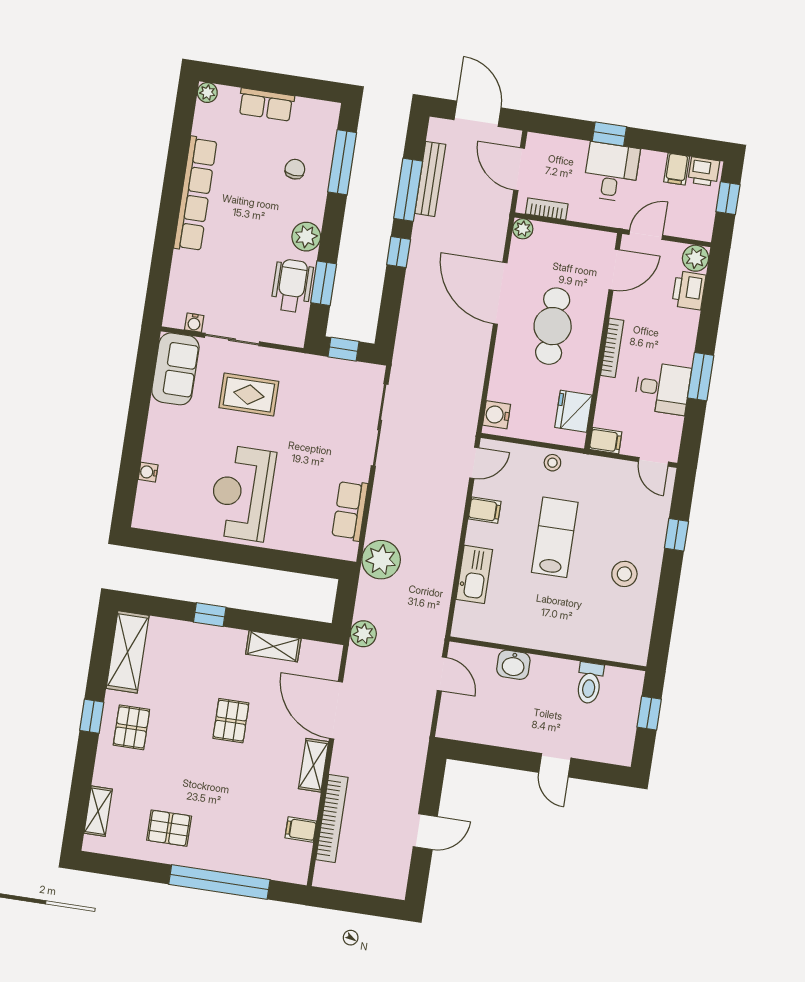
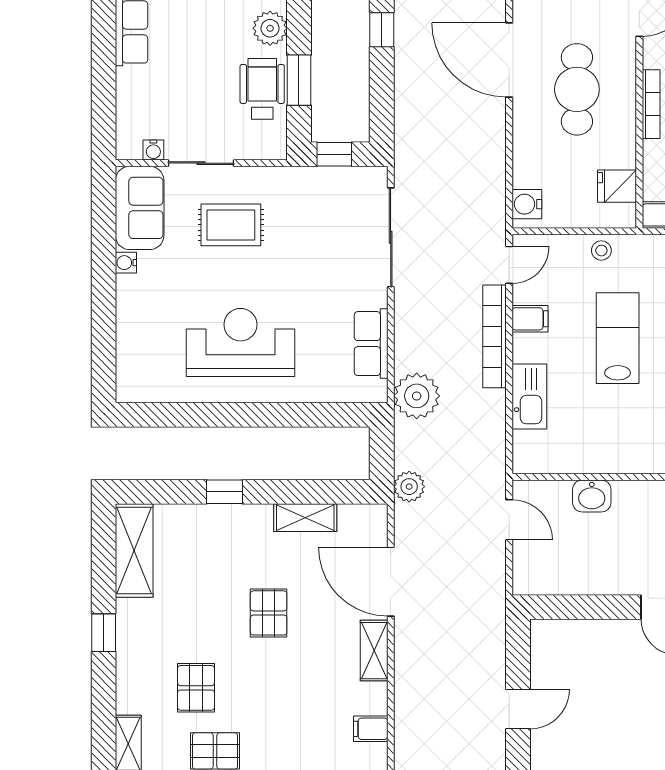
fridge: (574, 411) -> (617, 186), width x0.72
water cooler: (148, 472) -> (126, 263), moved
reception desk: (242, 493) -> (240, 342), turned 90
pallet: (131, 727) -> (196, 688), moved
bookcase: (332, 818) -> (494, 336), moved, turned 180

